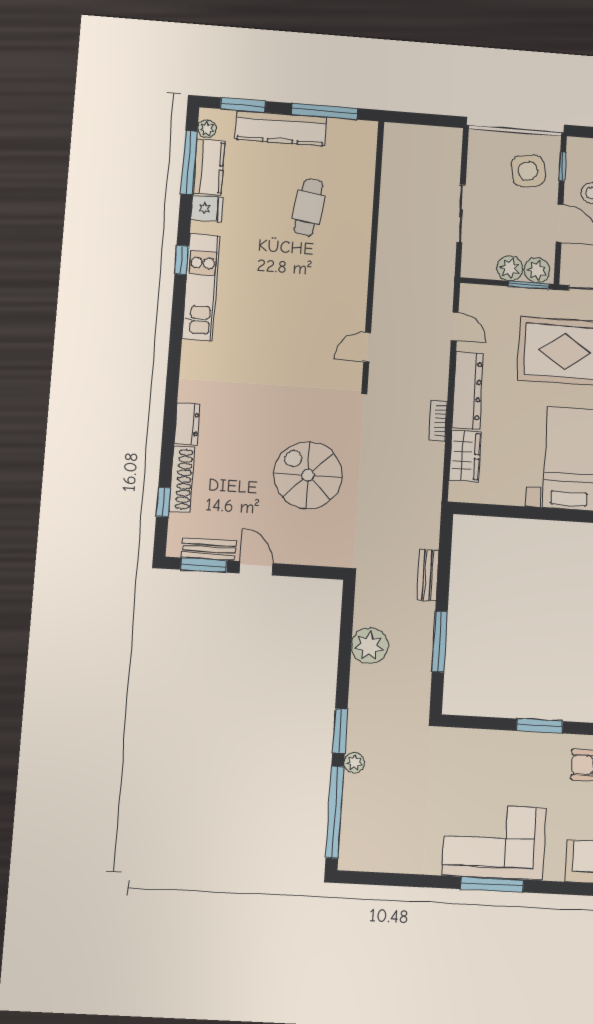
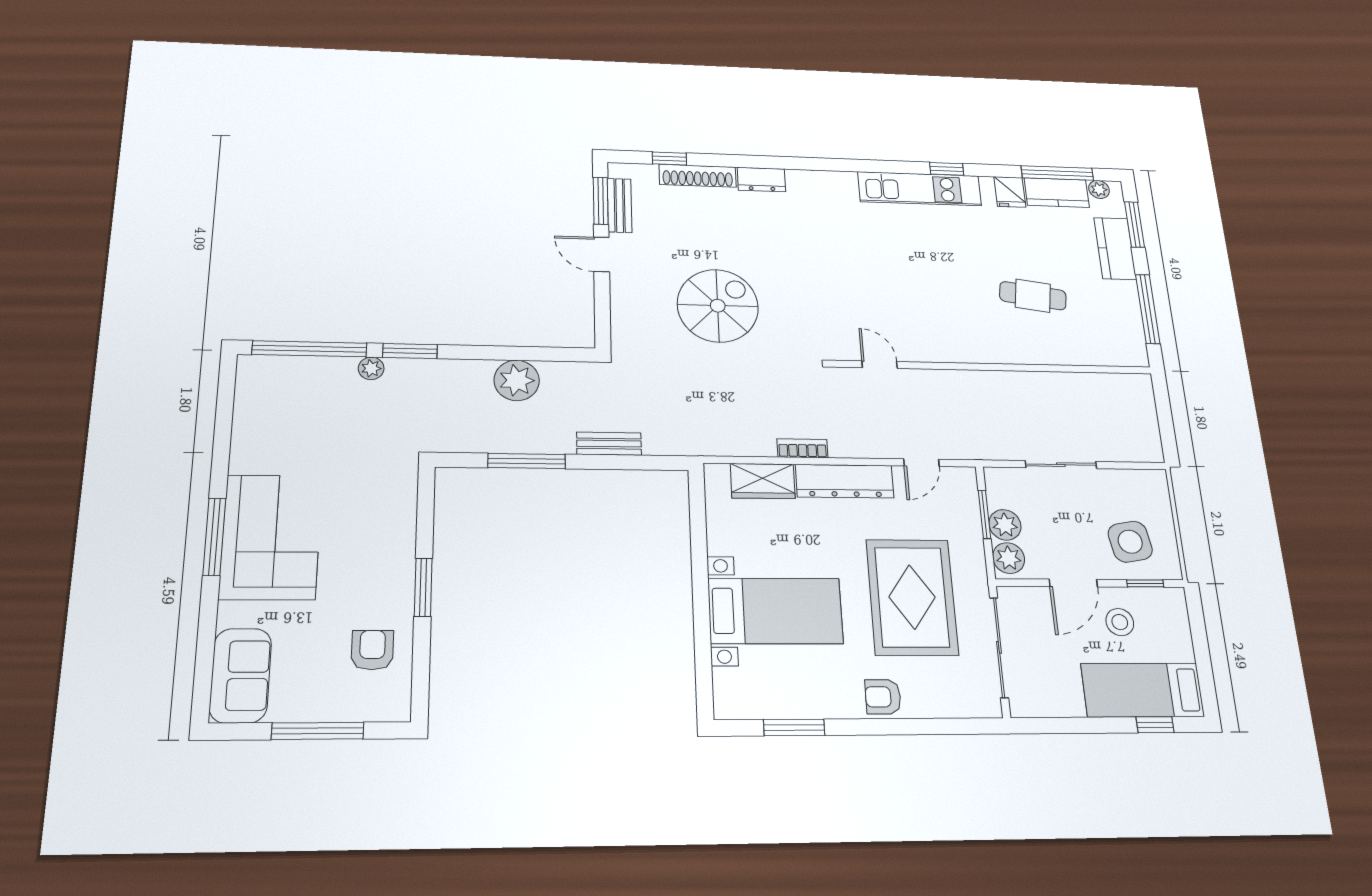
kitchen counter: (281, 128) -> (1115, 249), width x0.67
window: (528, 285) -> (985, 514), moved
door: (256, 568) -> (601, 255), swing flipped

